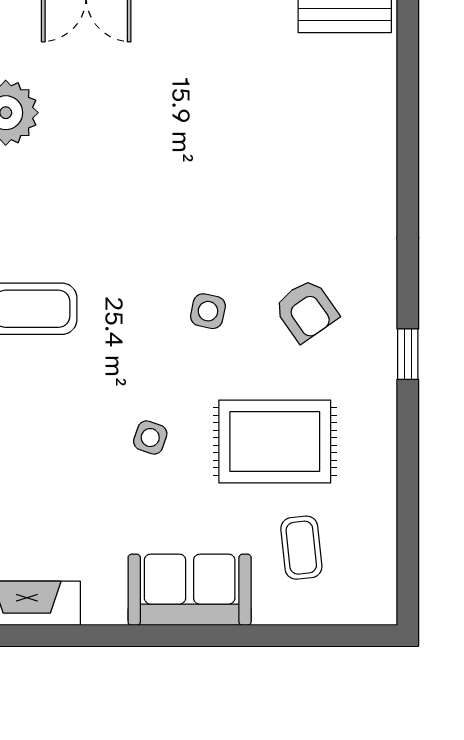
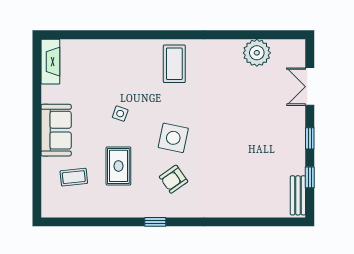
side table: (208, 311) -> (173, 138), width x1.87, depth x1.87
rug: (275, 441) -> (118, 166), width x0.73, depth x0.70

